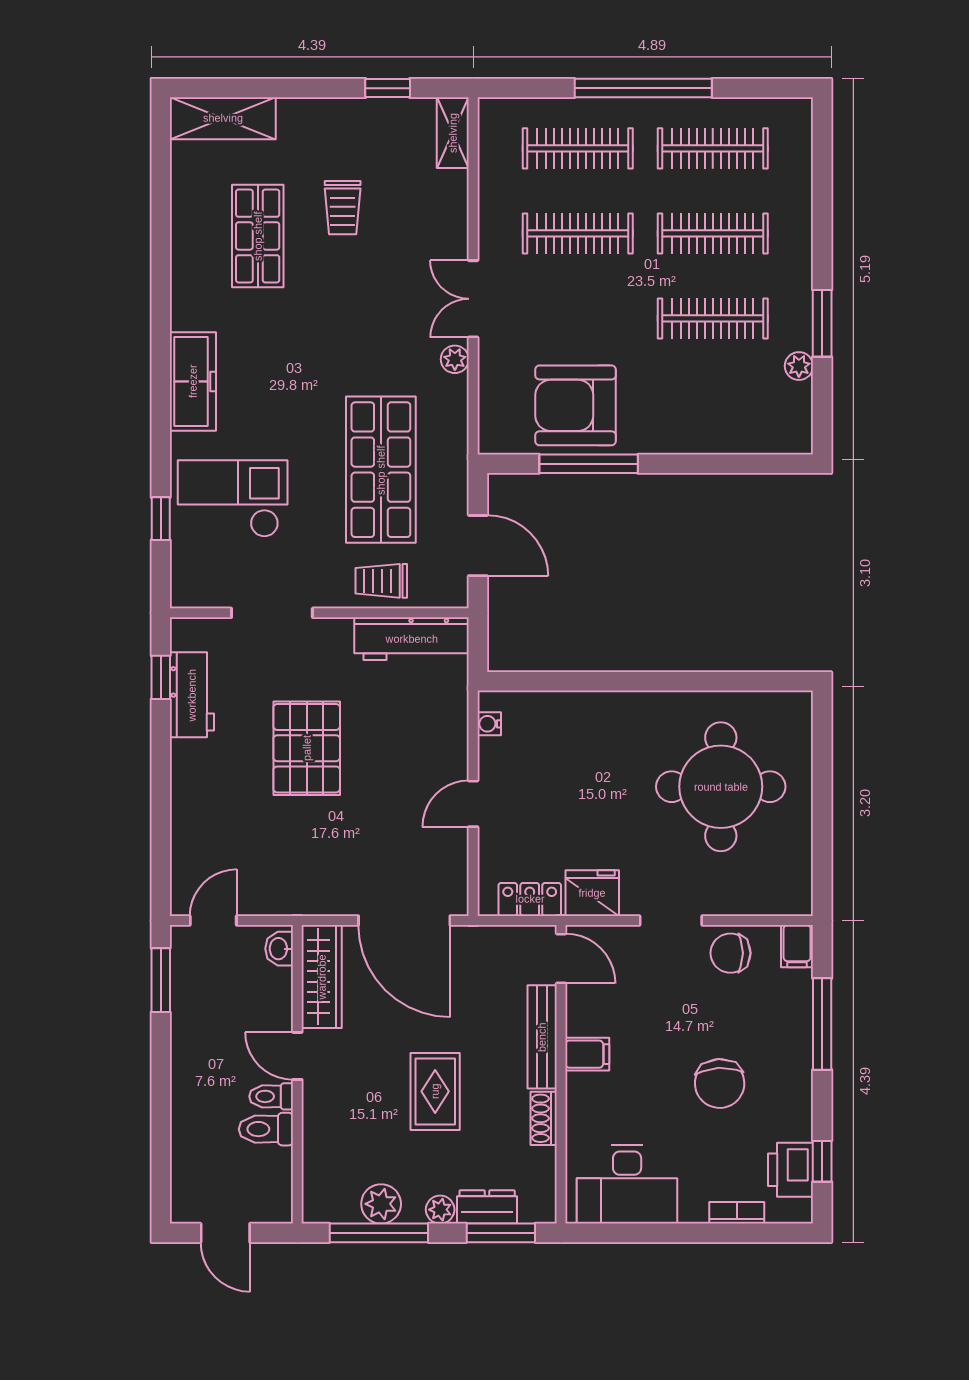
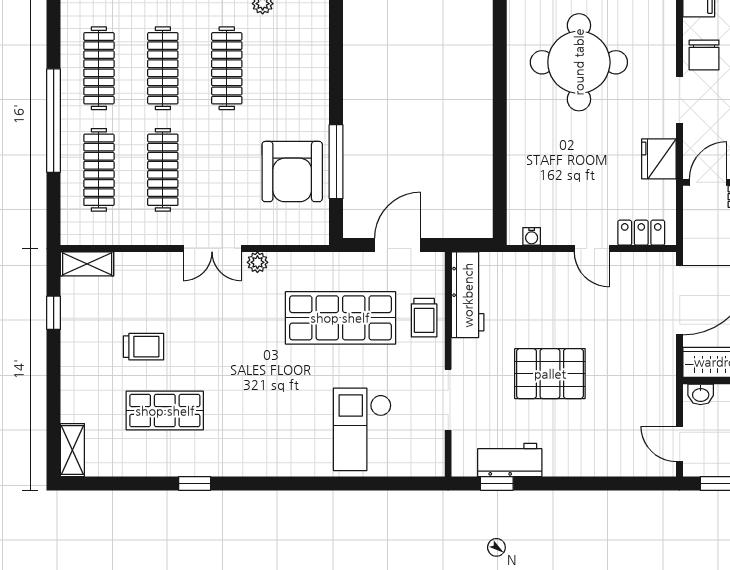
shelving: (223, 118) -> (72, 450), width x0.67, depth x0.75
freezer: (193, 381) -> (274, 459), removed
window: (161, 519) -> (195, 483), moved
locker: (530, 899) -> (641, 233), moved, turned 90

